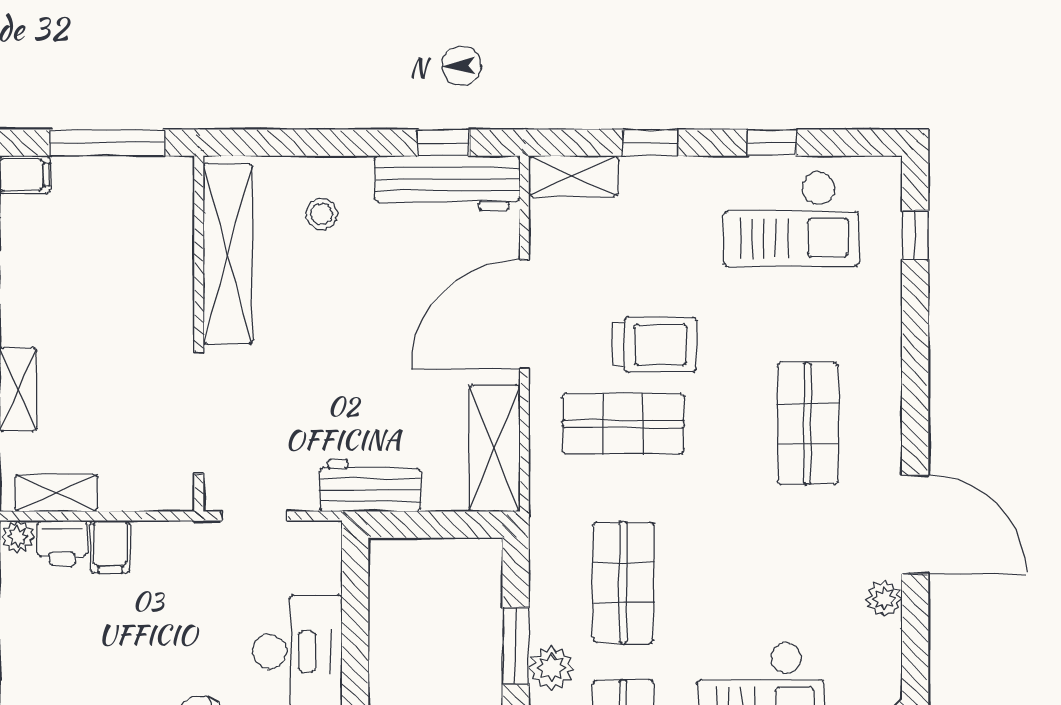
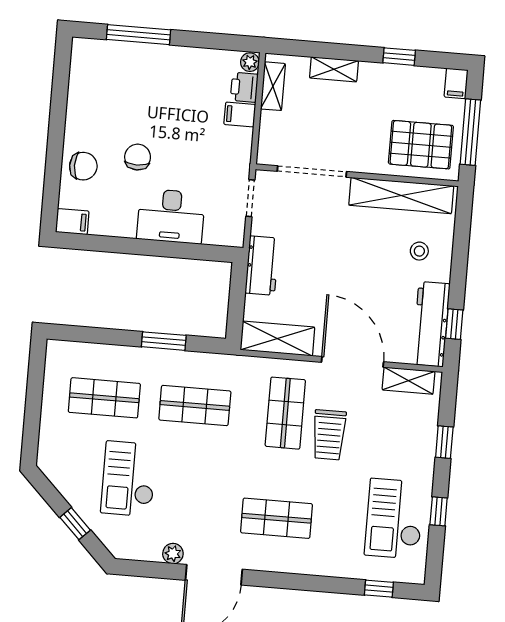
shelving: (573, 176) -> (409, 381), moved, turned 90
pallet: (136, 227) -> (421, 145), added
plant: (551, 668) -> (149, 360), removed

